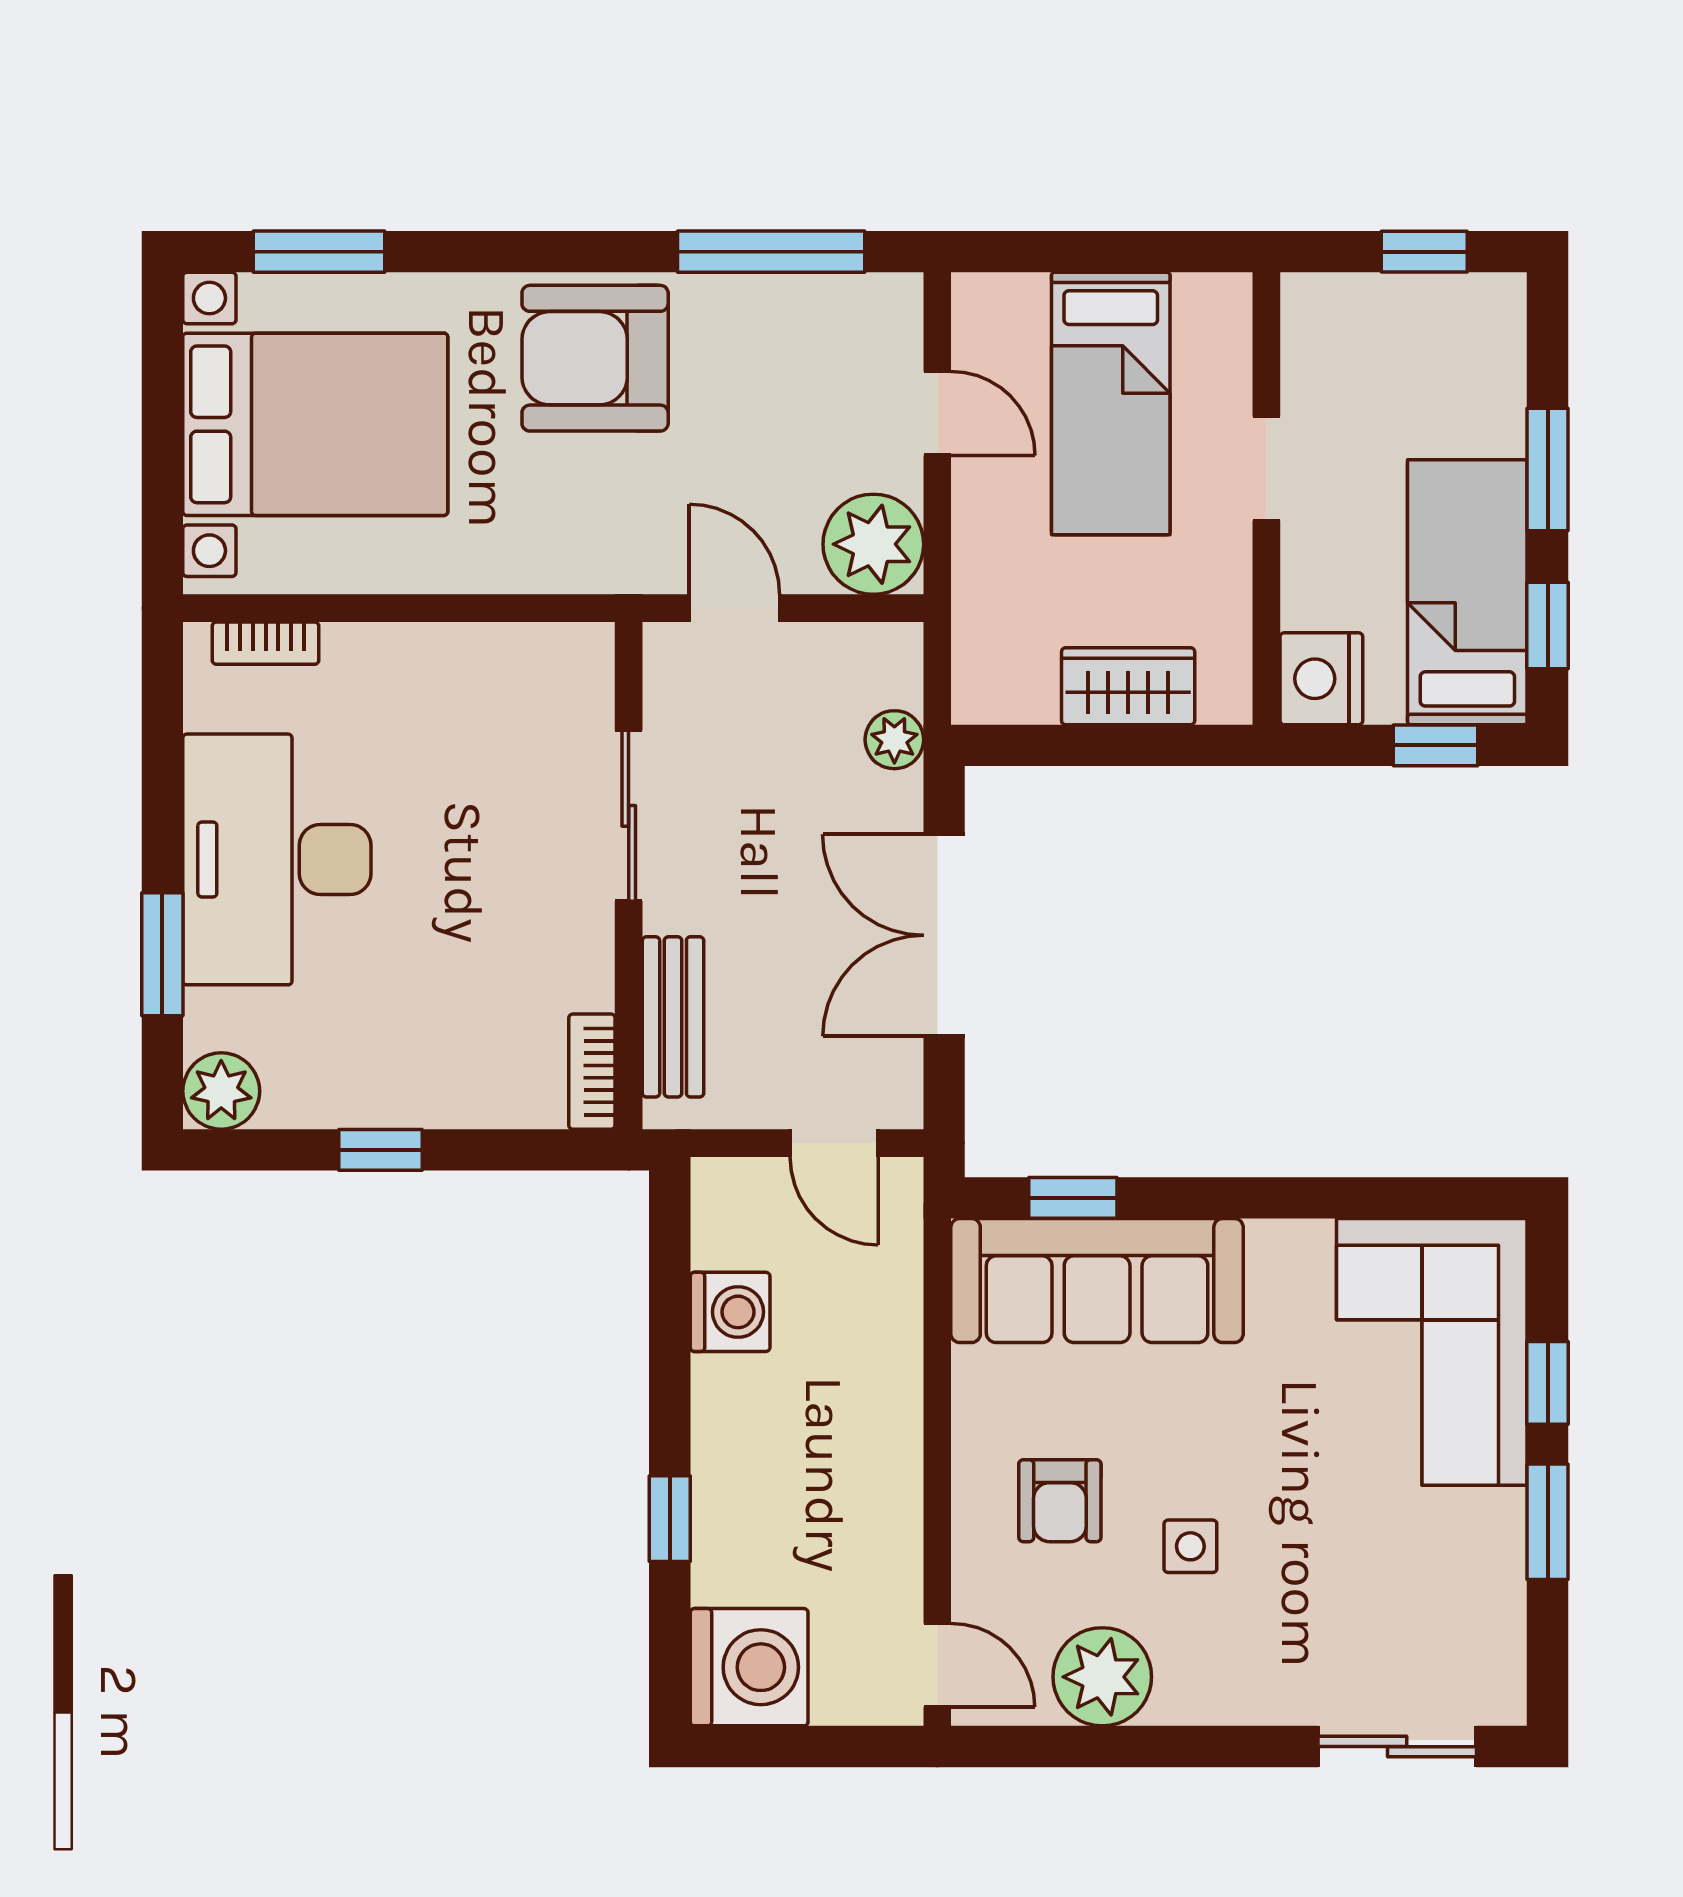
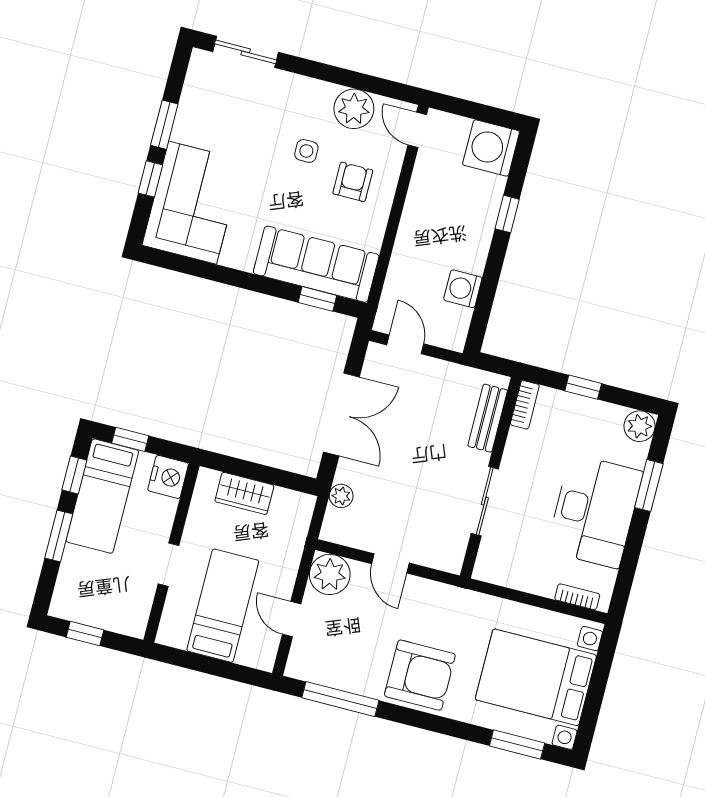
sliding door: (629, 816) -> (485, 501), moved
wall: (629, 876) -> (491, 478), moved
bench: (673, 1017) -> (488, 418), moved
bookcase: (592, 1072) -> (525, 405), moved

